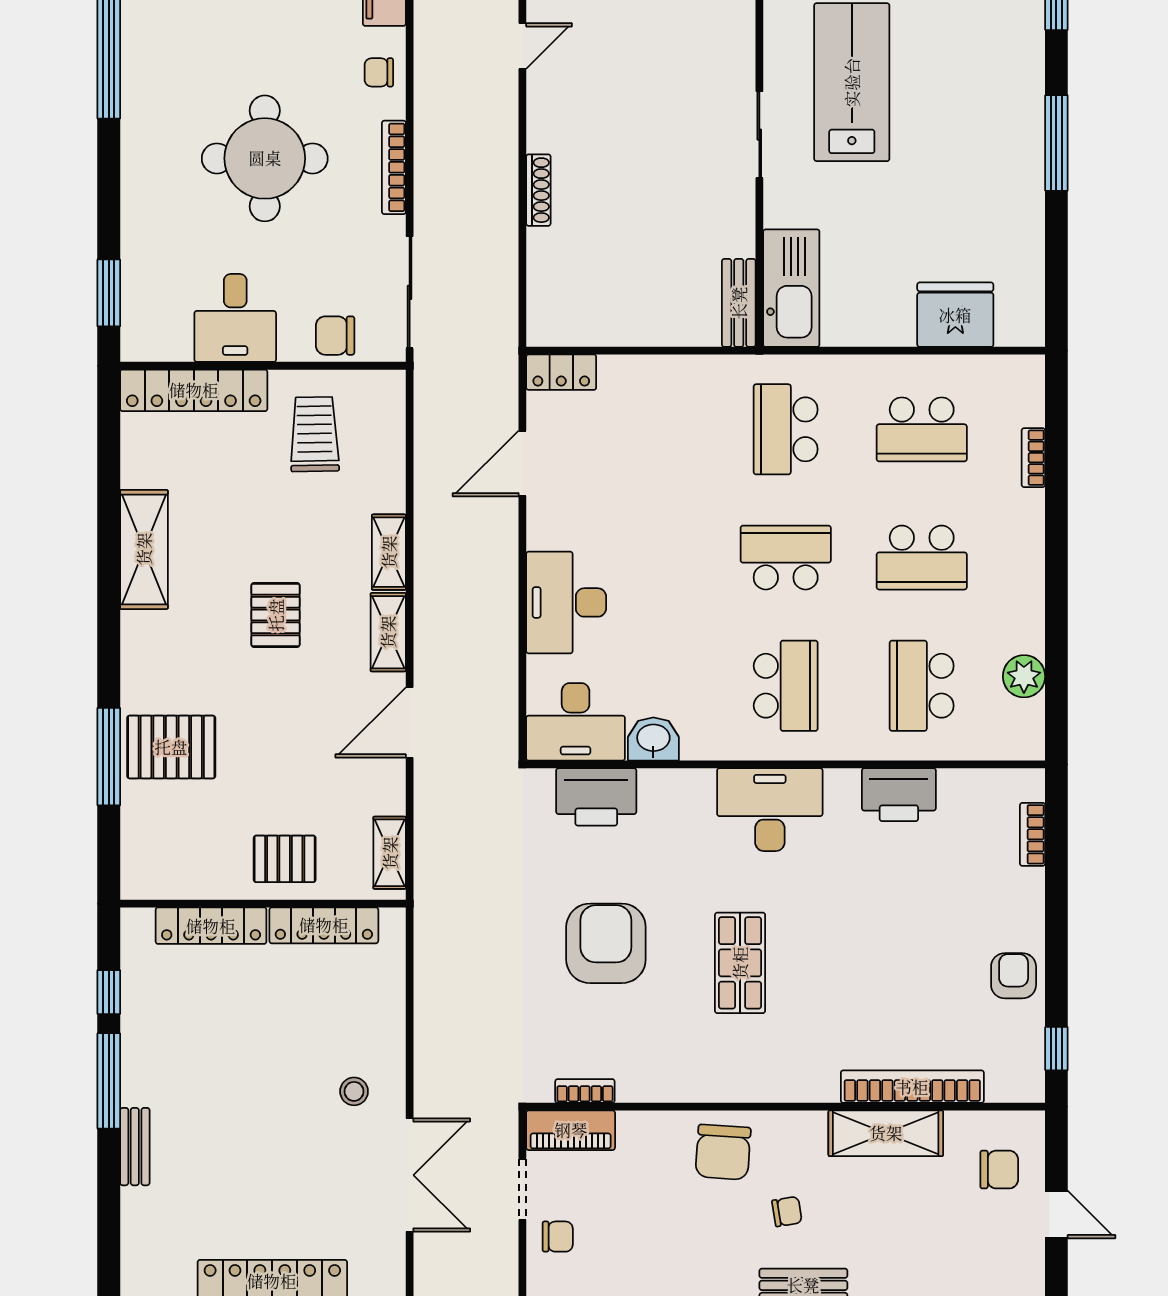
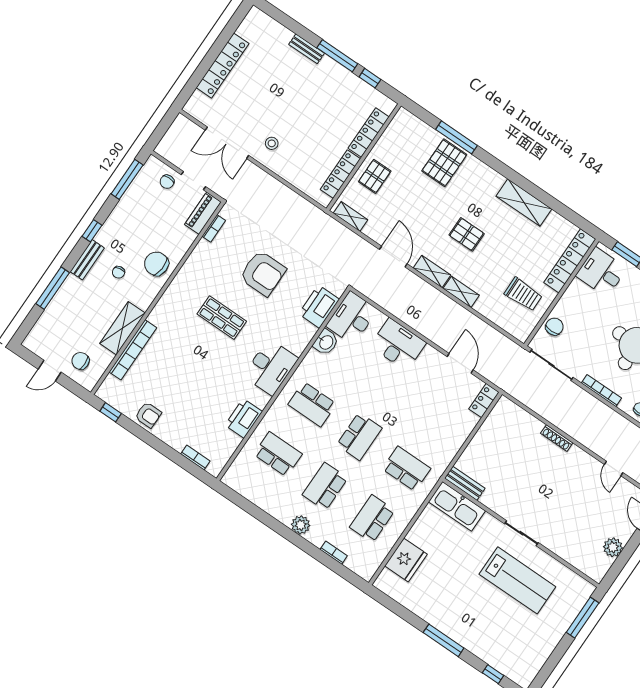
desk: (235, 318) -> (601, 272), moved
plant: (1024, 676) -> (301, 525), moved
chair: (999, 1170) -> (81, 361), turned 90

